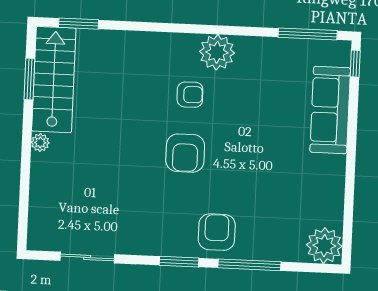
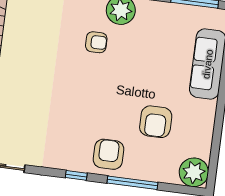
armchair: (185, 153) -> (156, 122), moved
window: (179, 262) -> (76, 175), width x0.67

